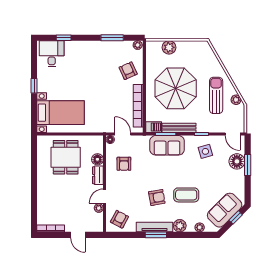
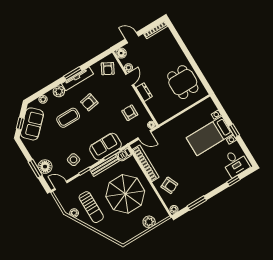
bed with nightstands: (61, 113) -> (209, 136), moved
dining table: (66, 157) -> (183, 82), moved
floor lamp: (97, 159) -> (121, 53), moved

